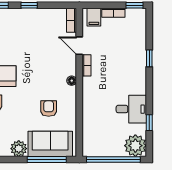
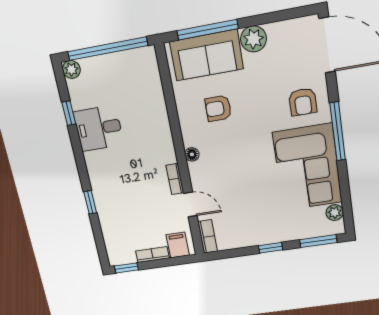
armchair: (49, 109) -> (218, 108), turned 90
plant: (135, 146) -> (71, 69), width x0.53, depth x0.53

